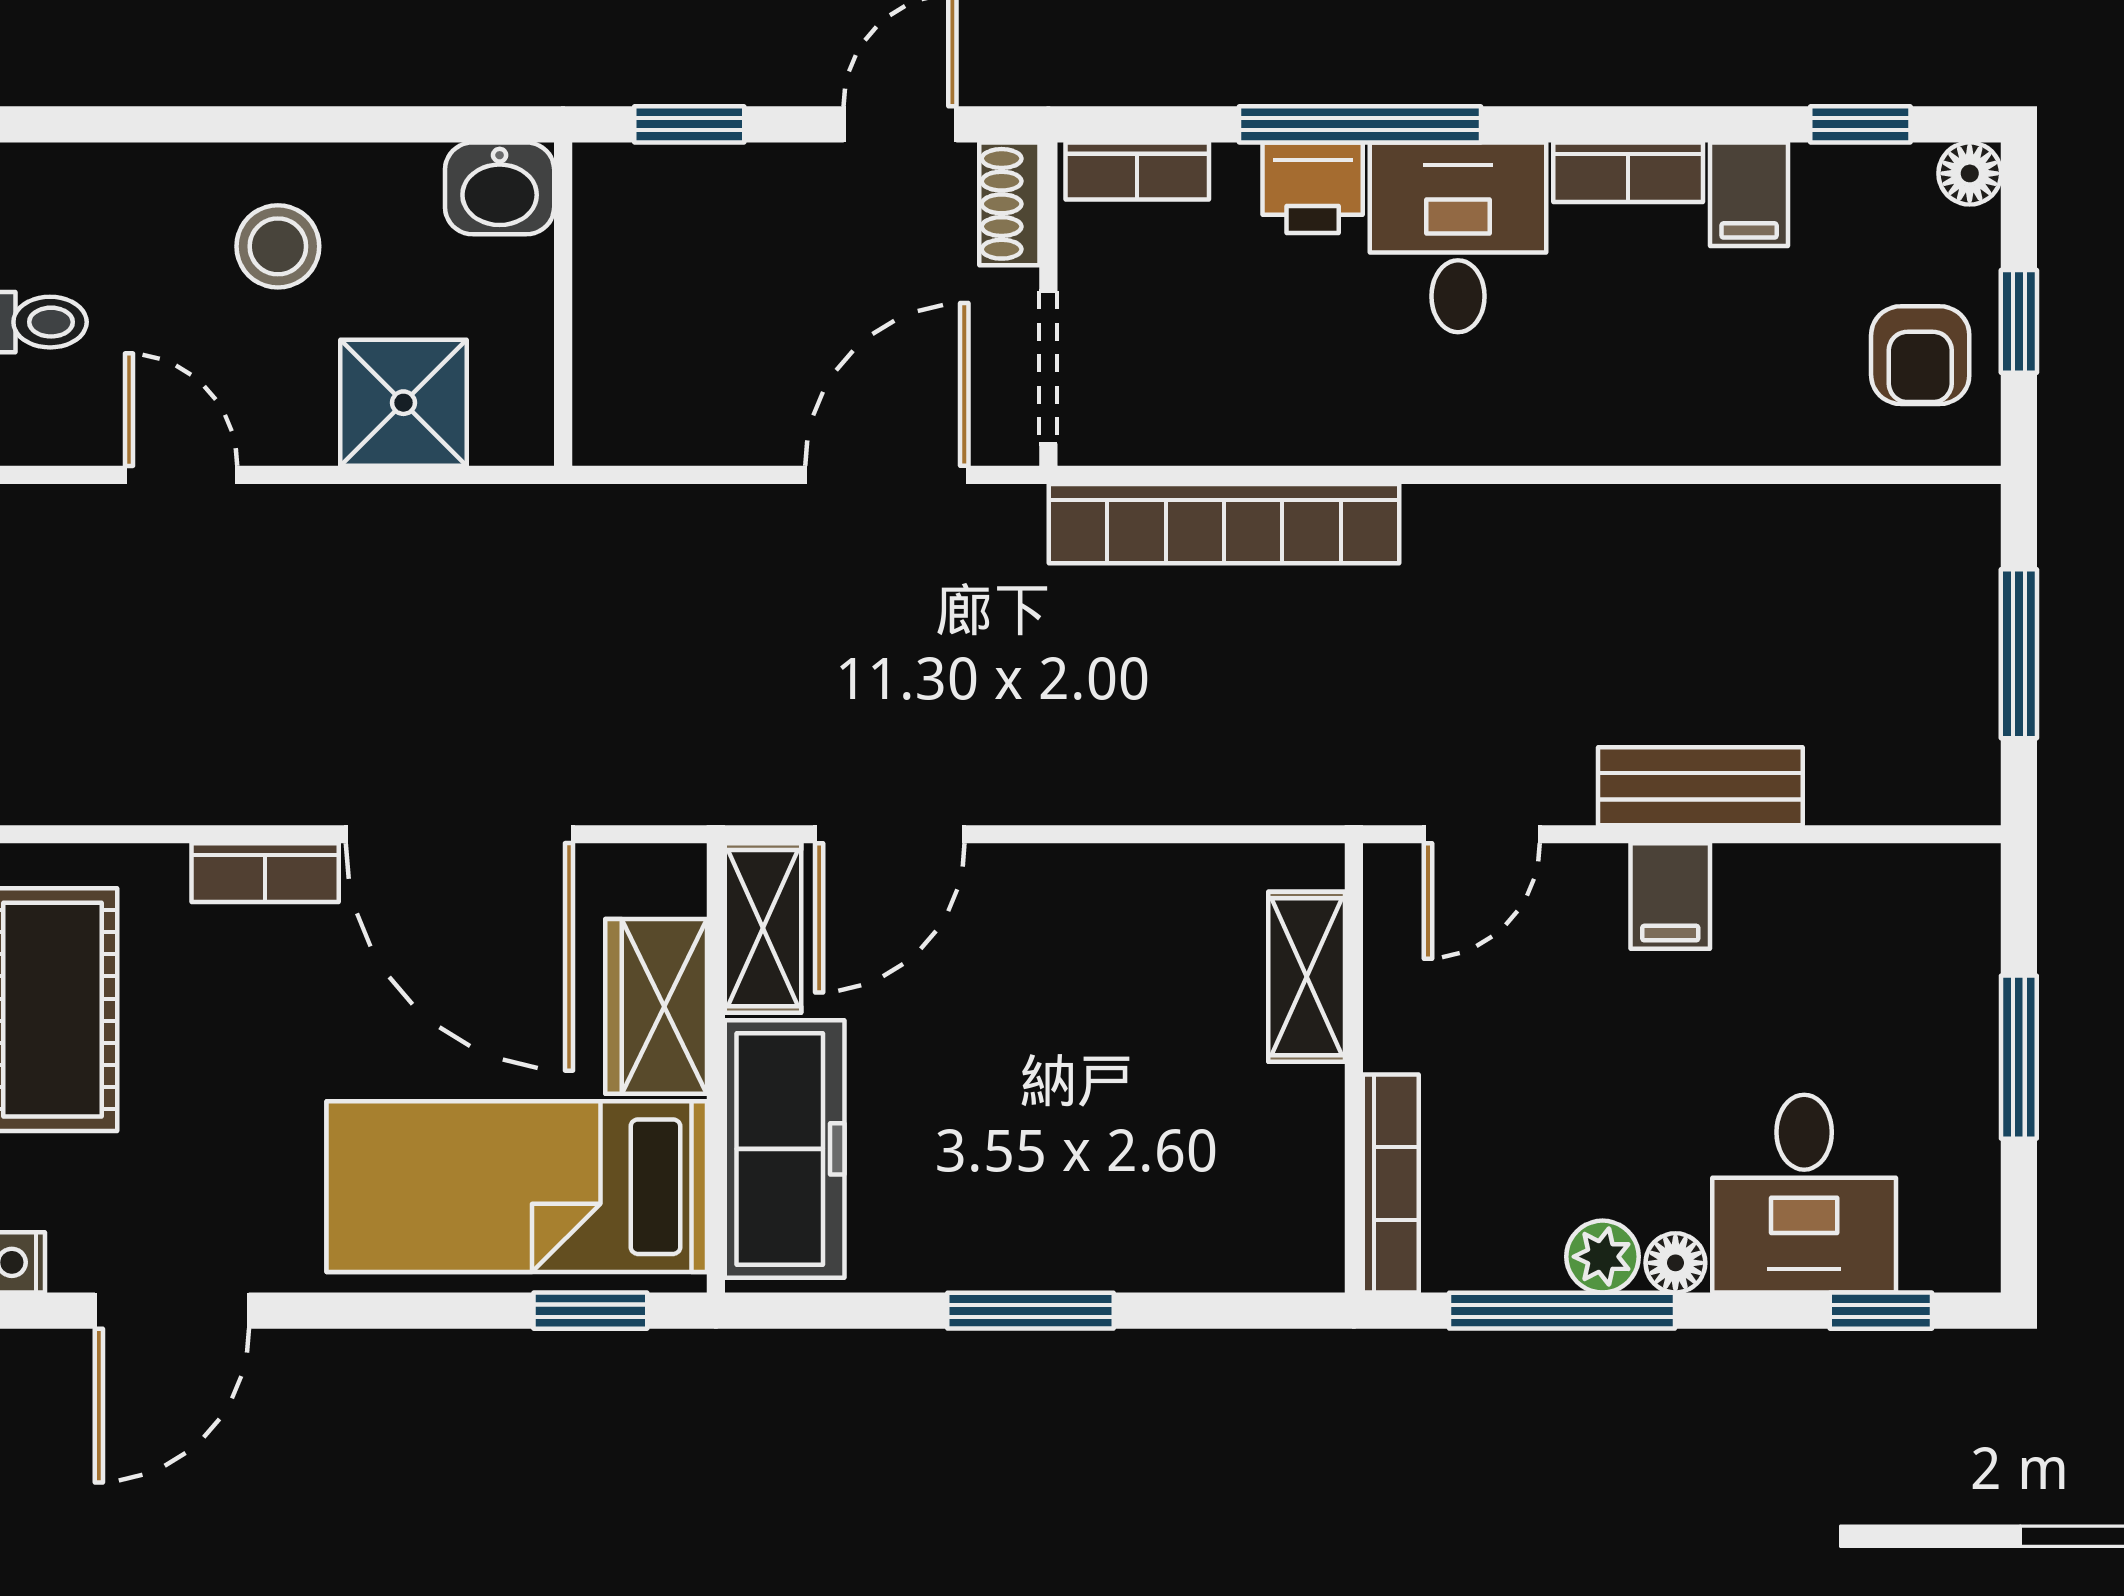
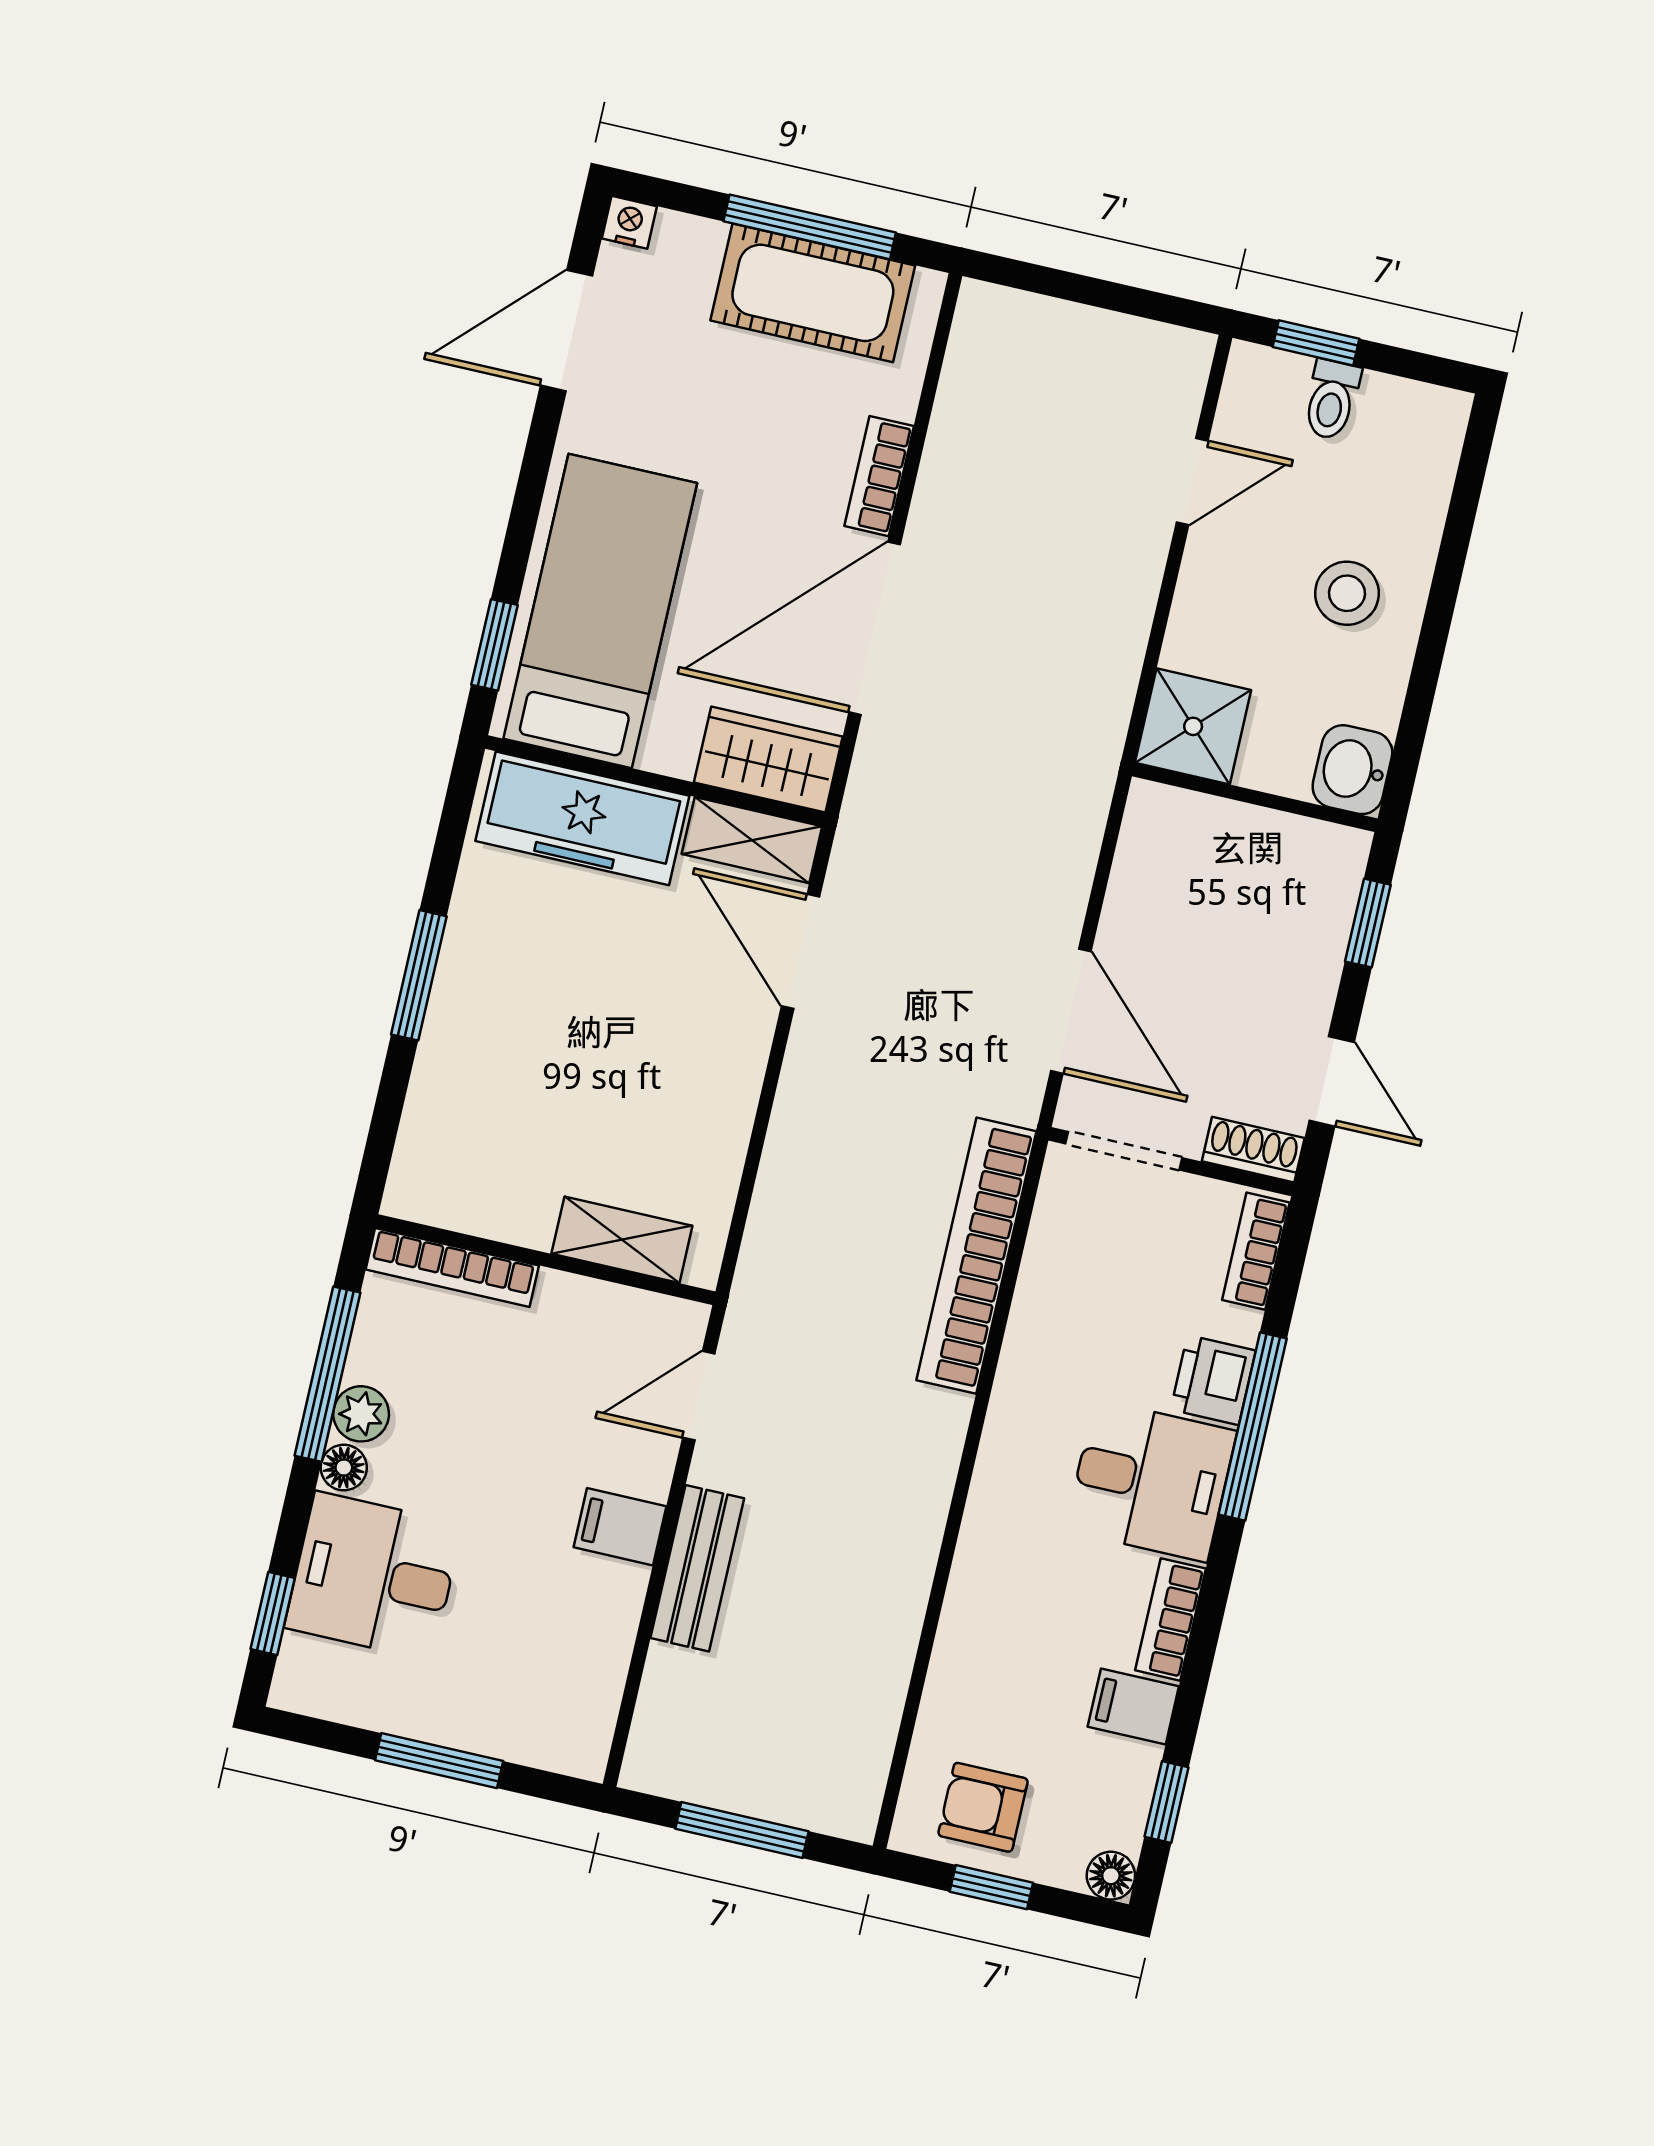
shower: (403, 403) -> (1193, 726), moved
door: (1482, 834) -> (699, 1396), hinge flipped
wardrobe: (656, 1006) -> (768, 759), moved
door: (172, 1311) -> (566, 331), hinge flipped

